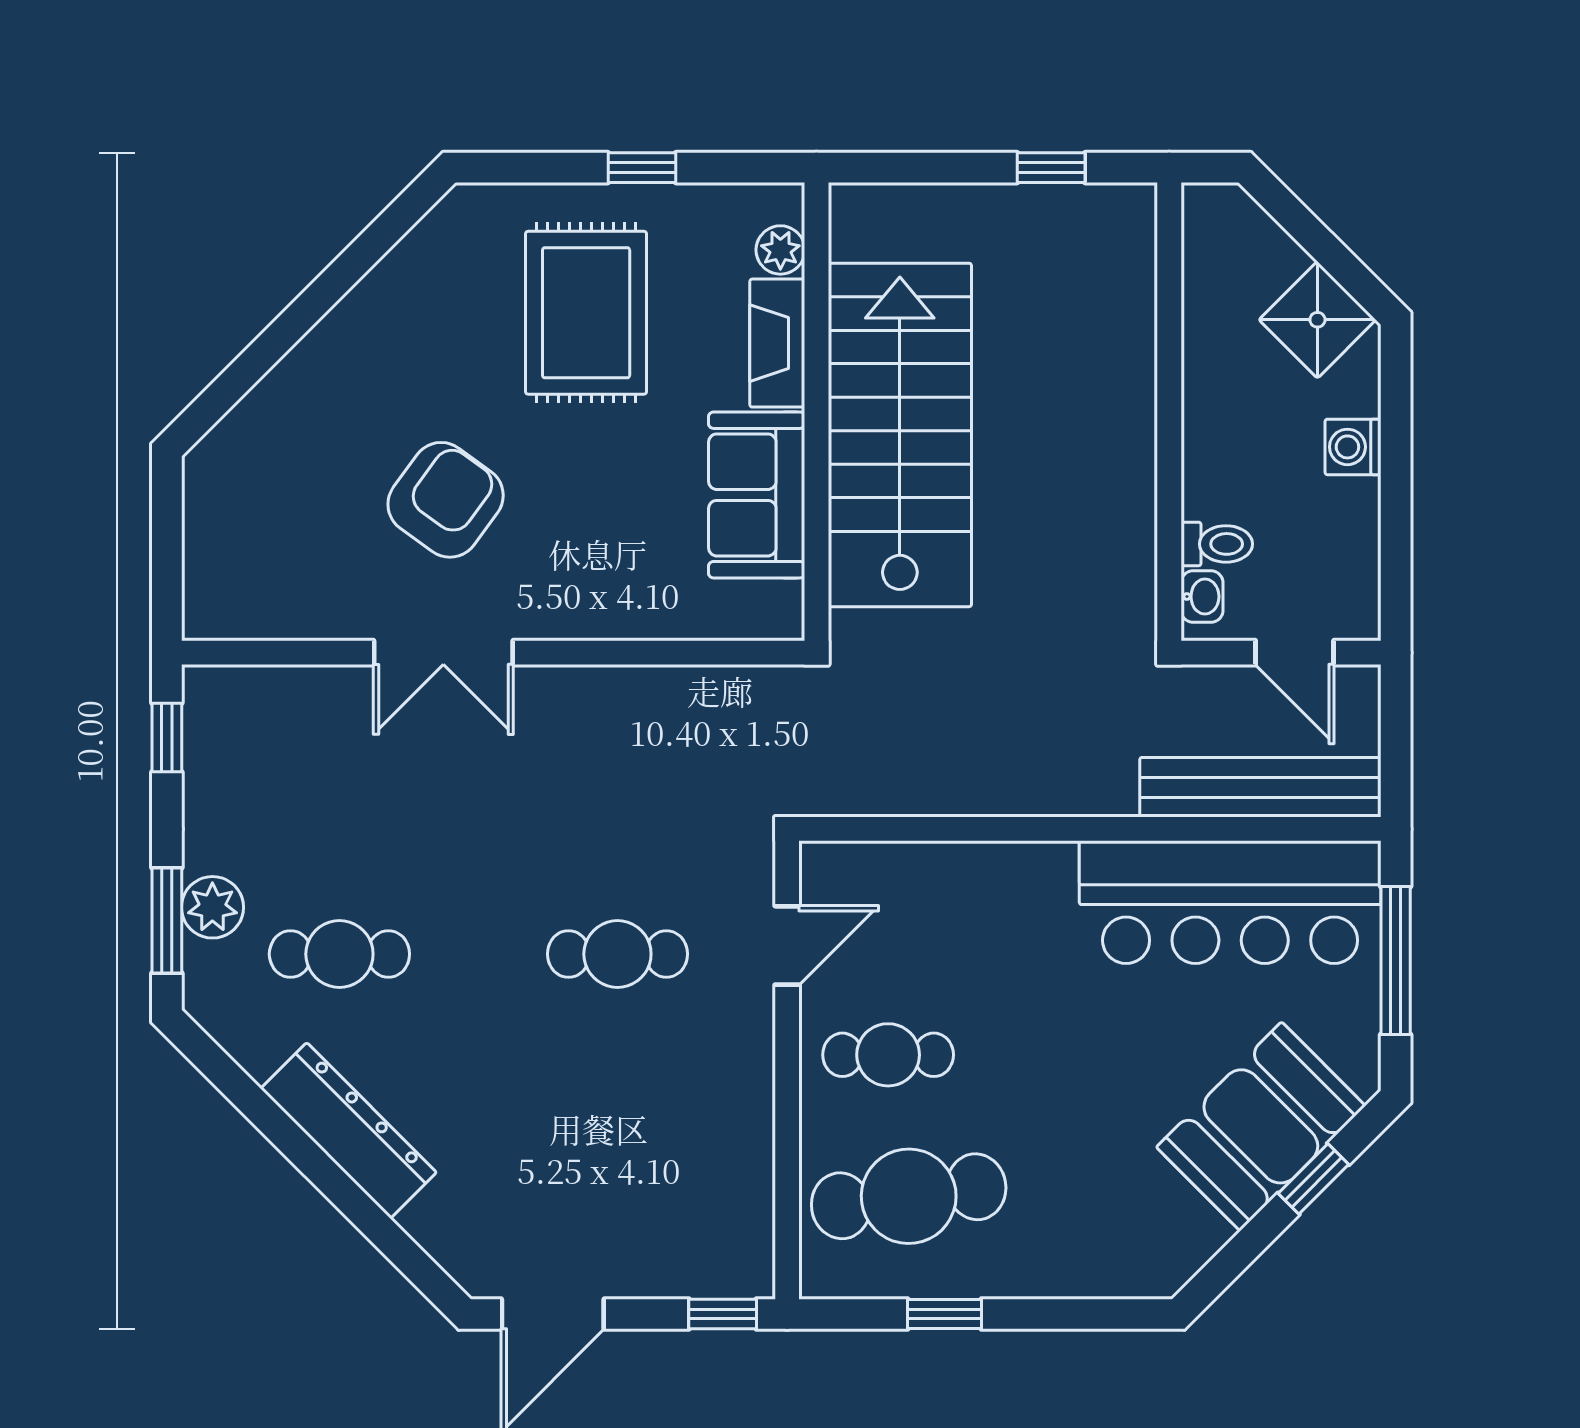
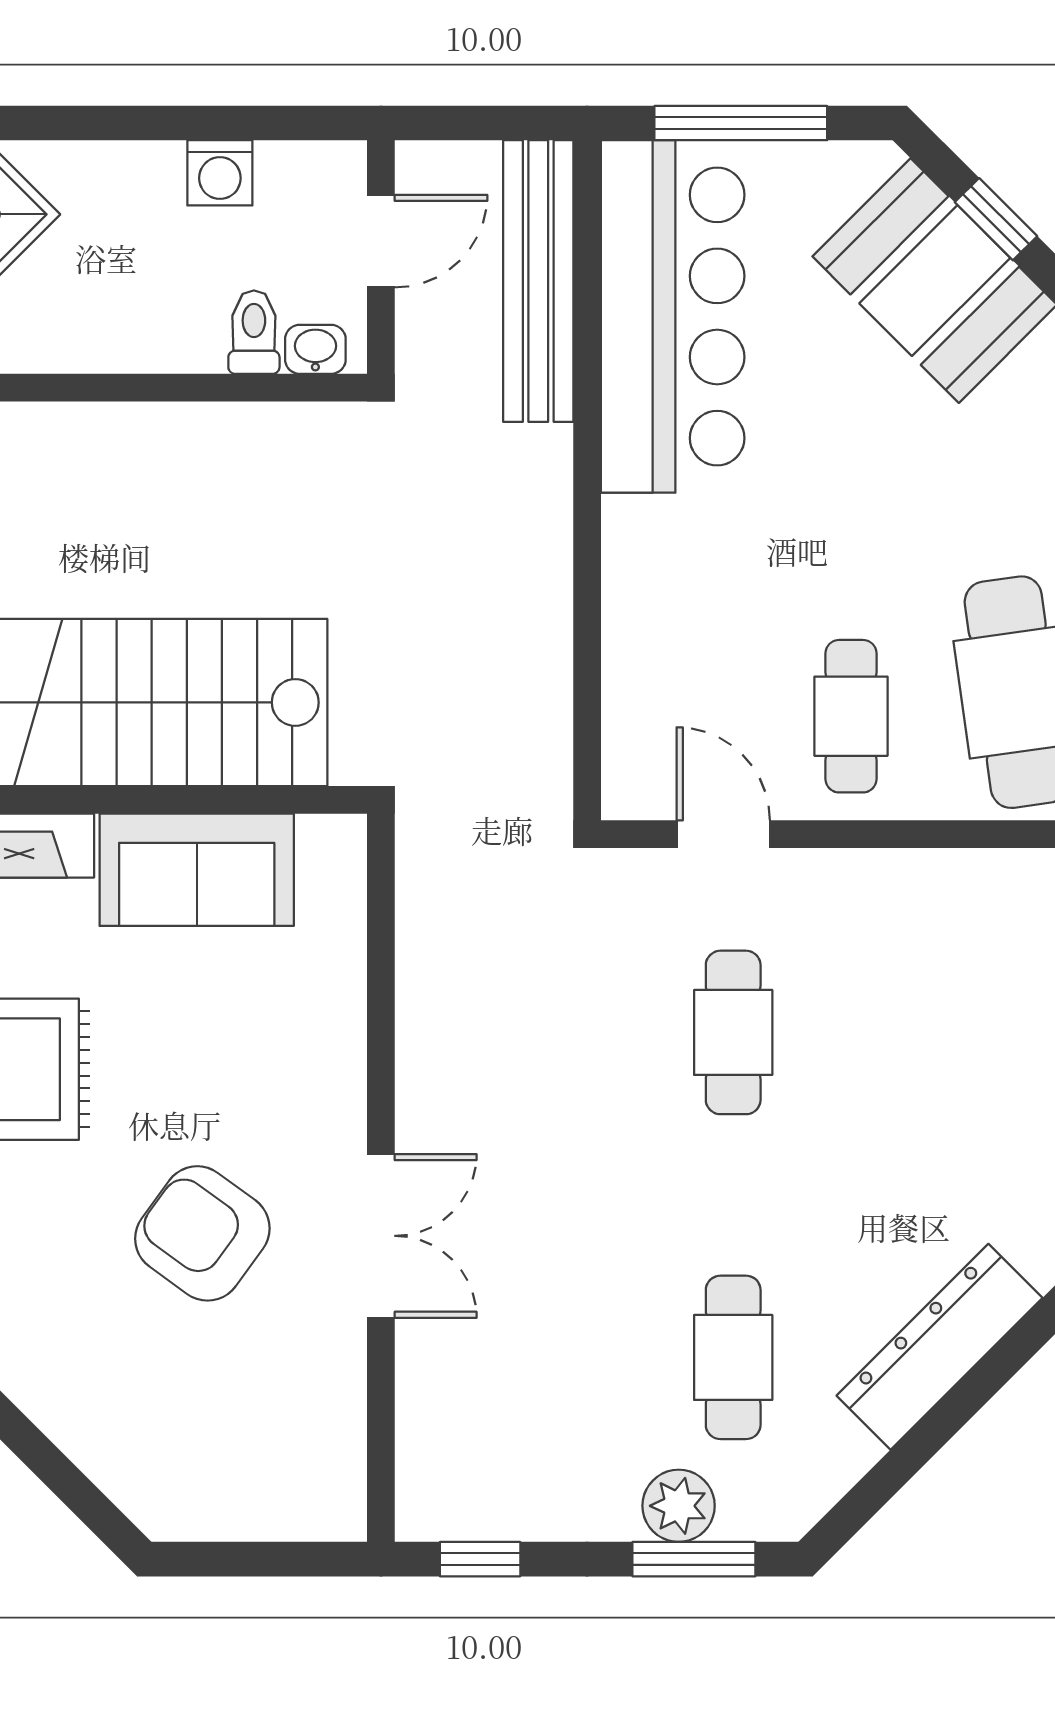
washing machine: (1353, 447) -> (220, 173), moved

